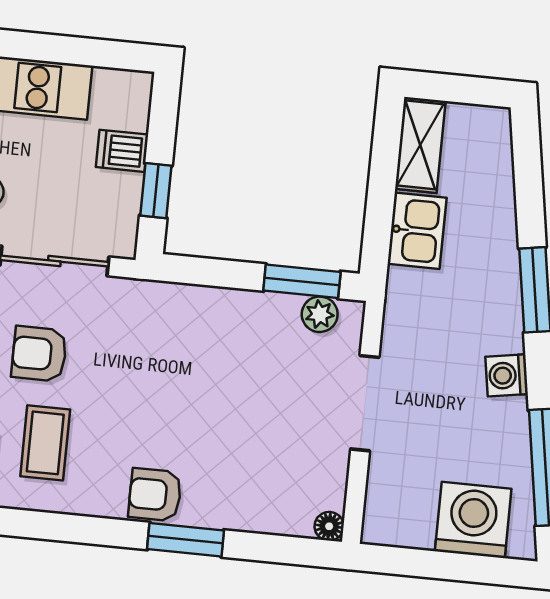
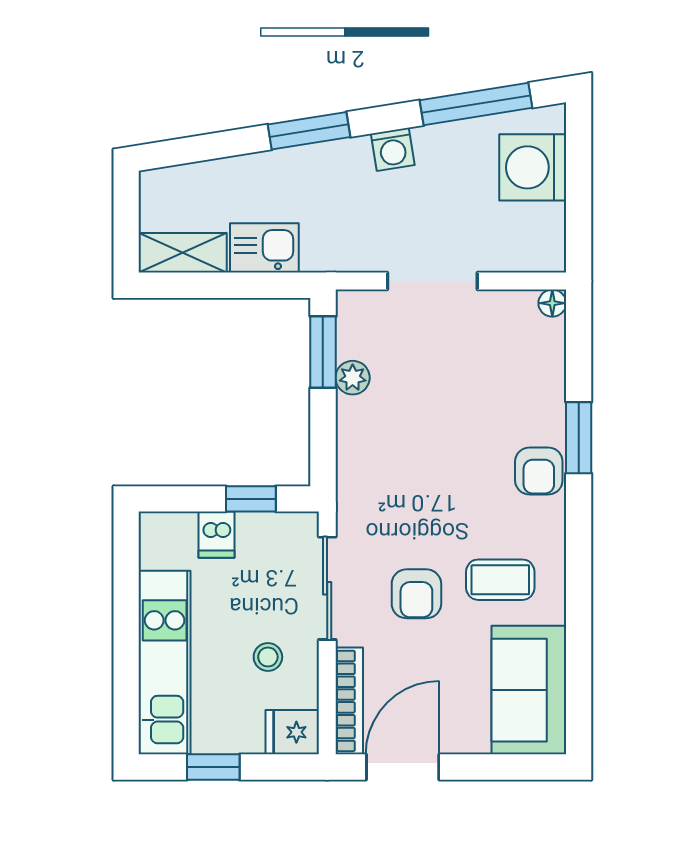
plant: (320, 314) -> (353, 378), moved

